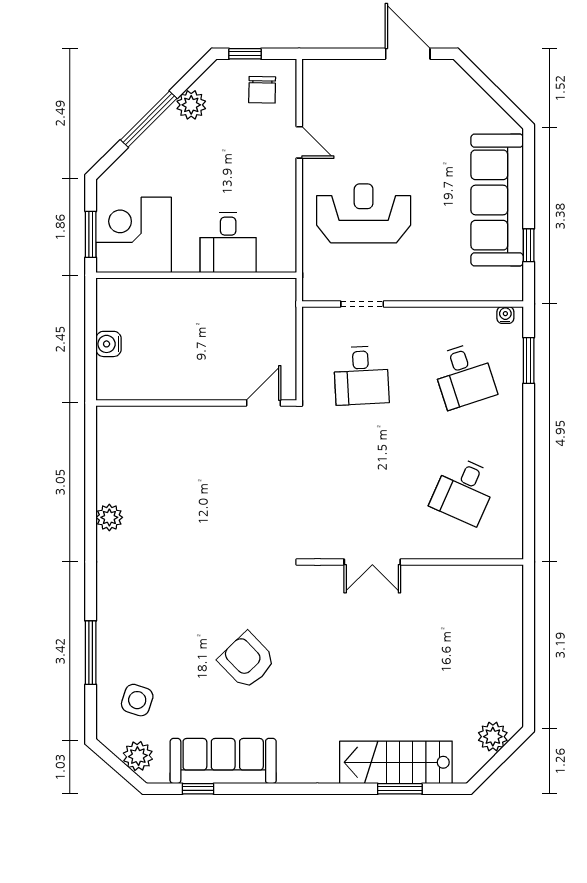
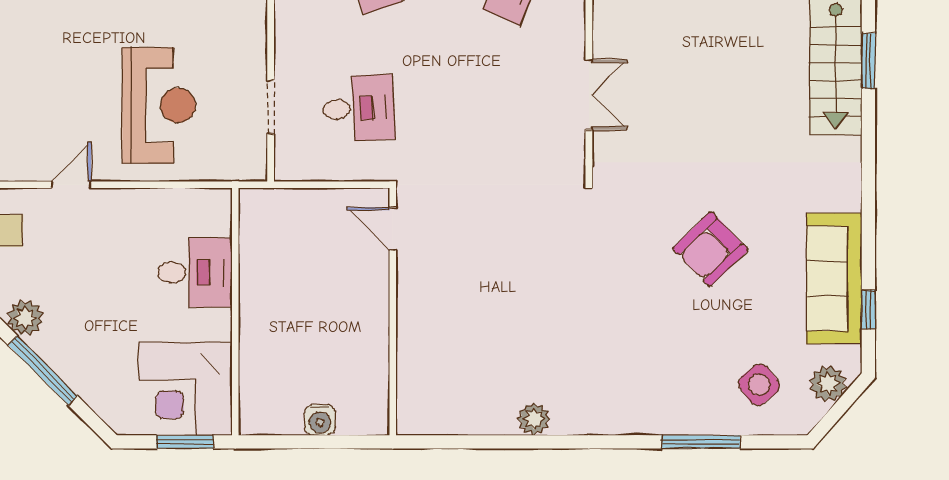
reception desk: (364, 213) -> (159, 105), turned 180
side table: (137, 700) -> (759, 385), turned 33

